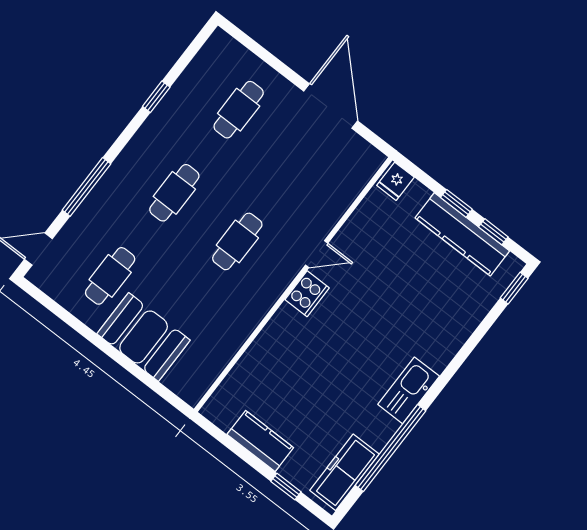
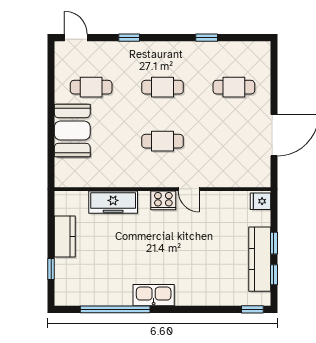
window: (86, 187) -> (129, 38), width x0.46
freezer: (344, 472) -> (113, 202), moved, turned 180

